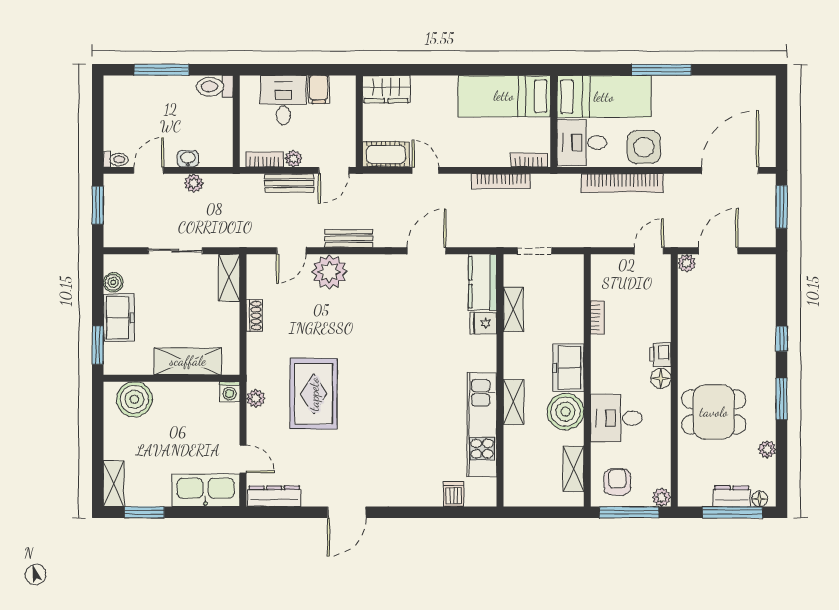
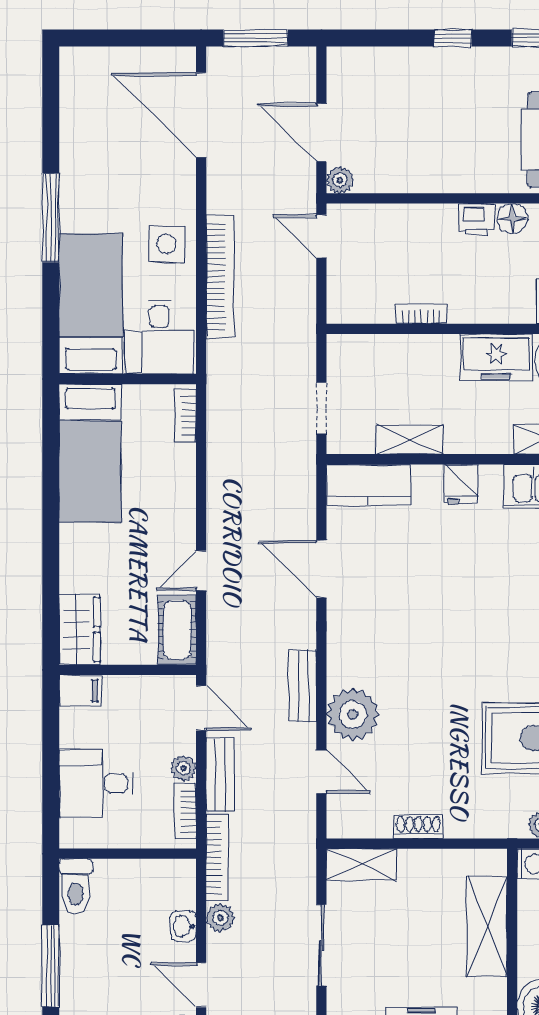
filing cabinet: (319, 89) -> (80, 691), moved
side table: (644, 147) -> (166, 244), width x0.73, depth x0.73
bookcase: (501, 181) -> (217, 857), moved
fridge: (483, 323) -> (461, 484), moved

